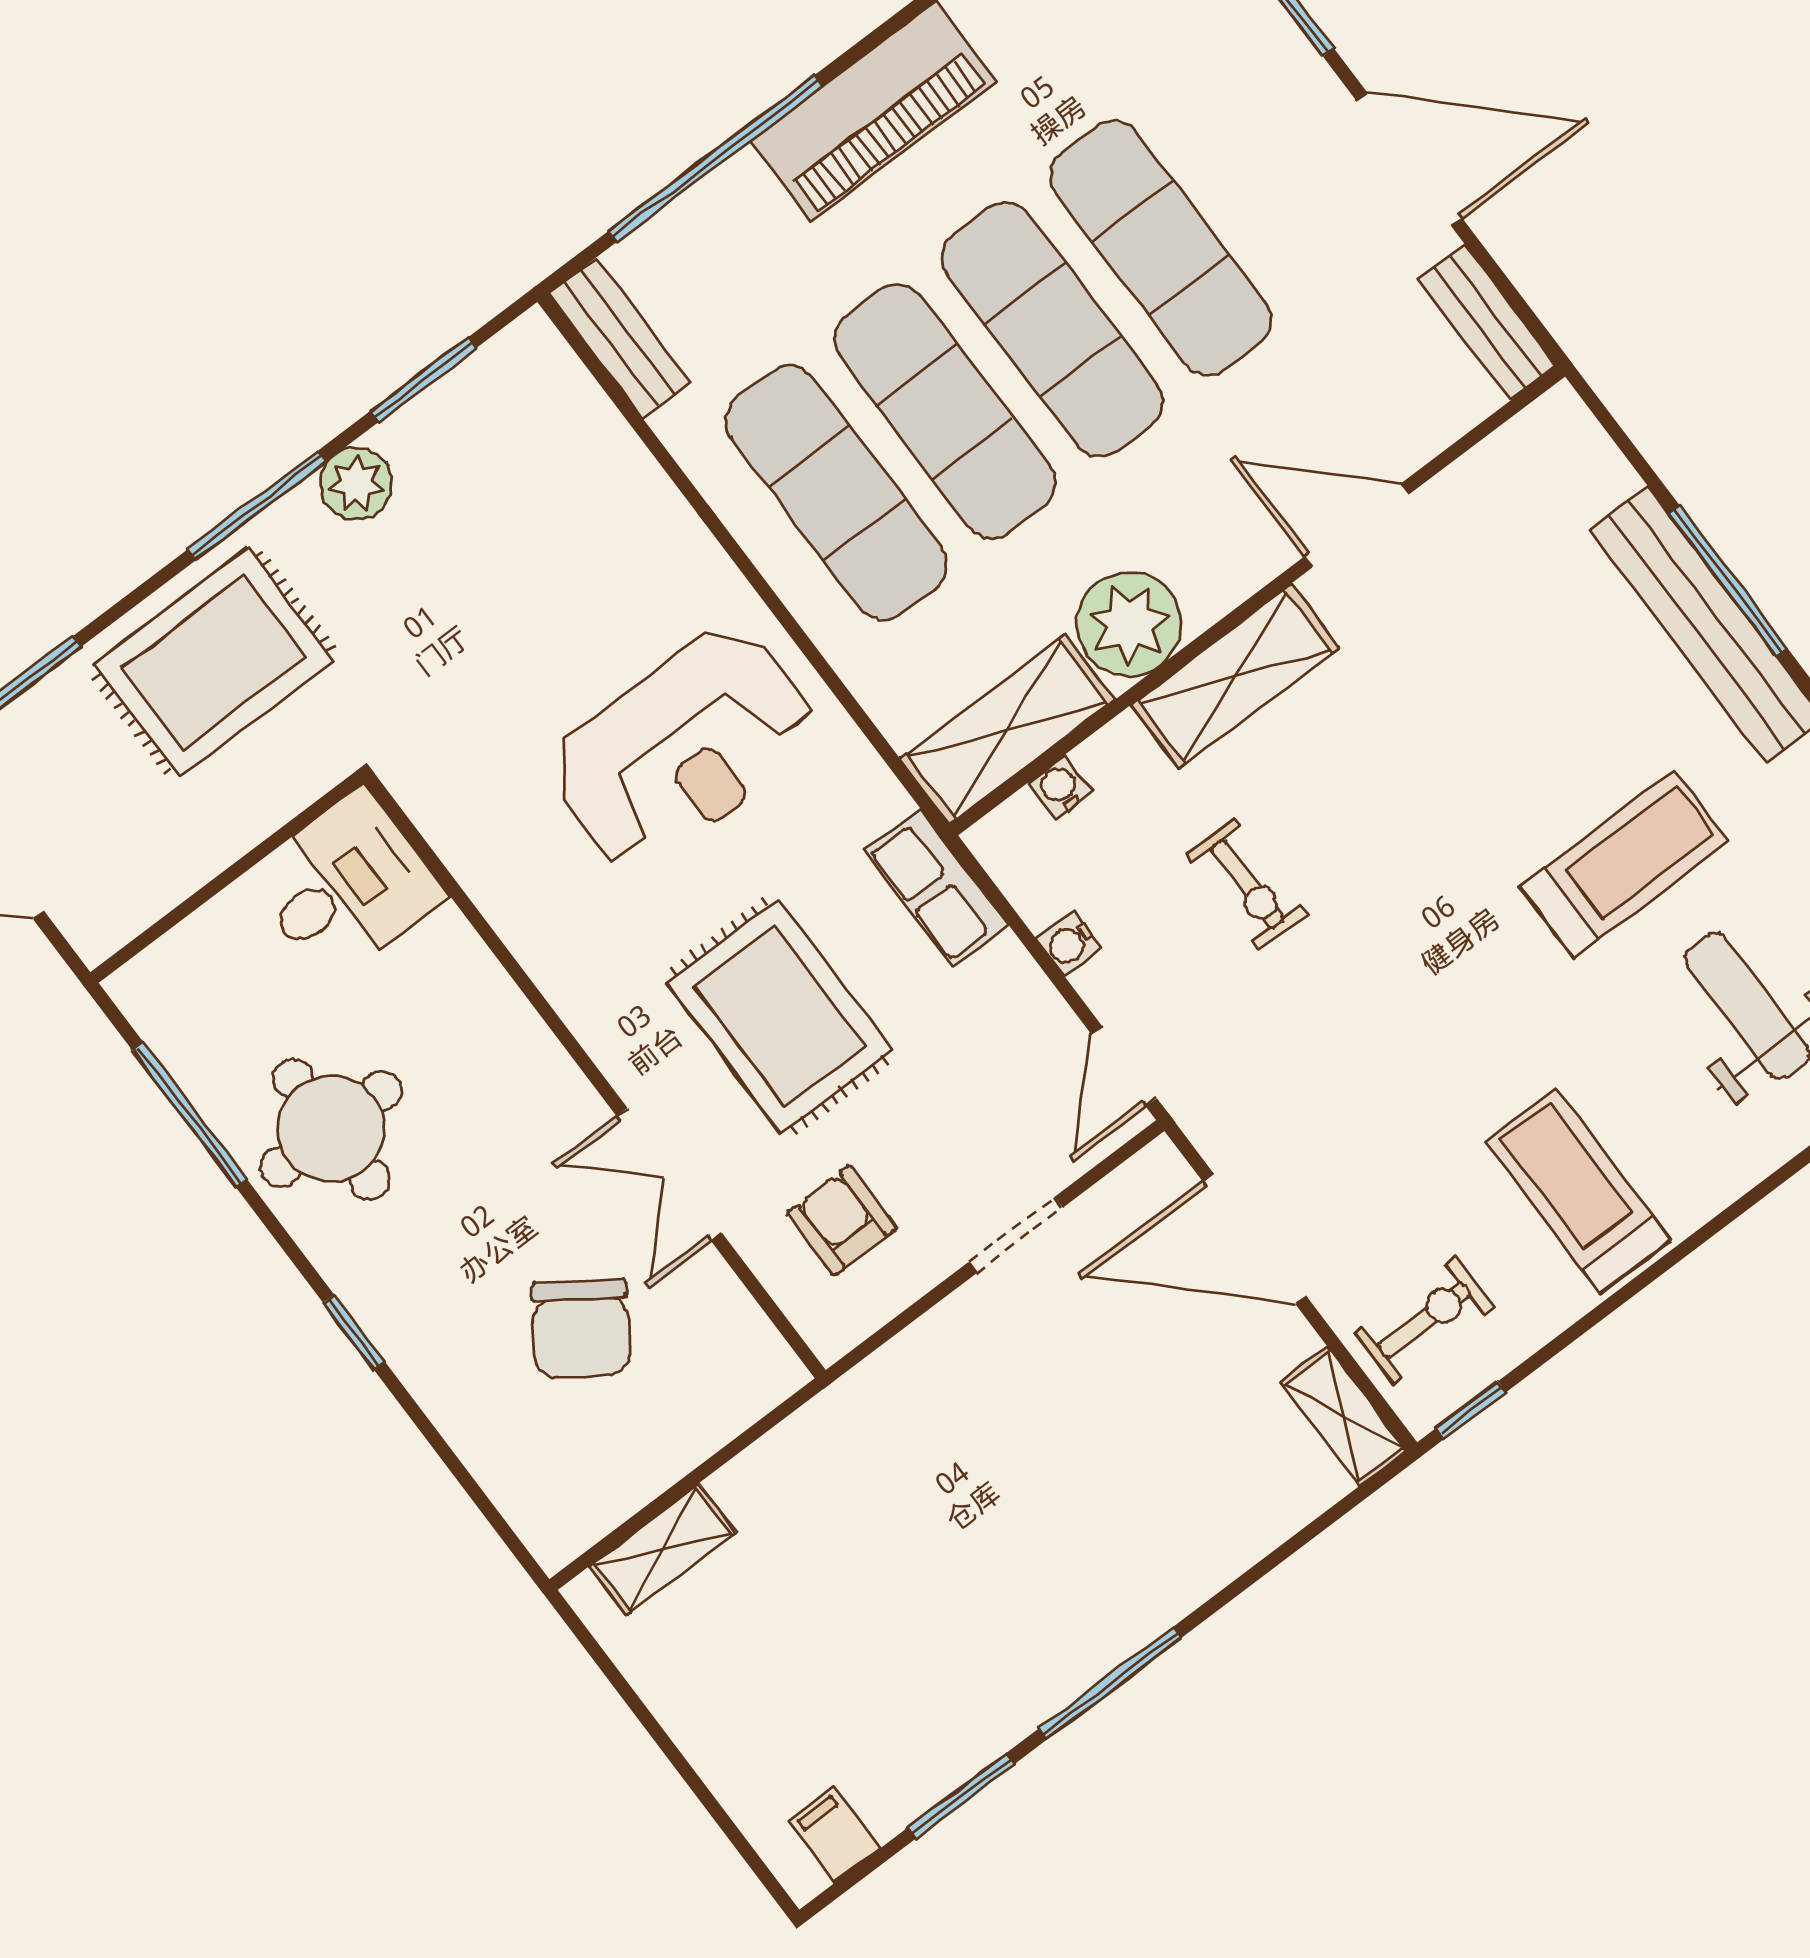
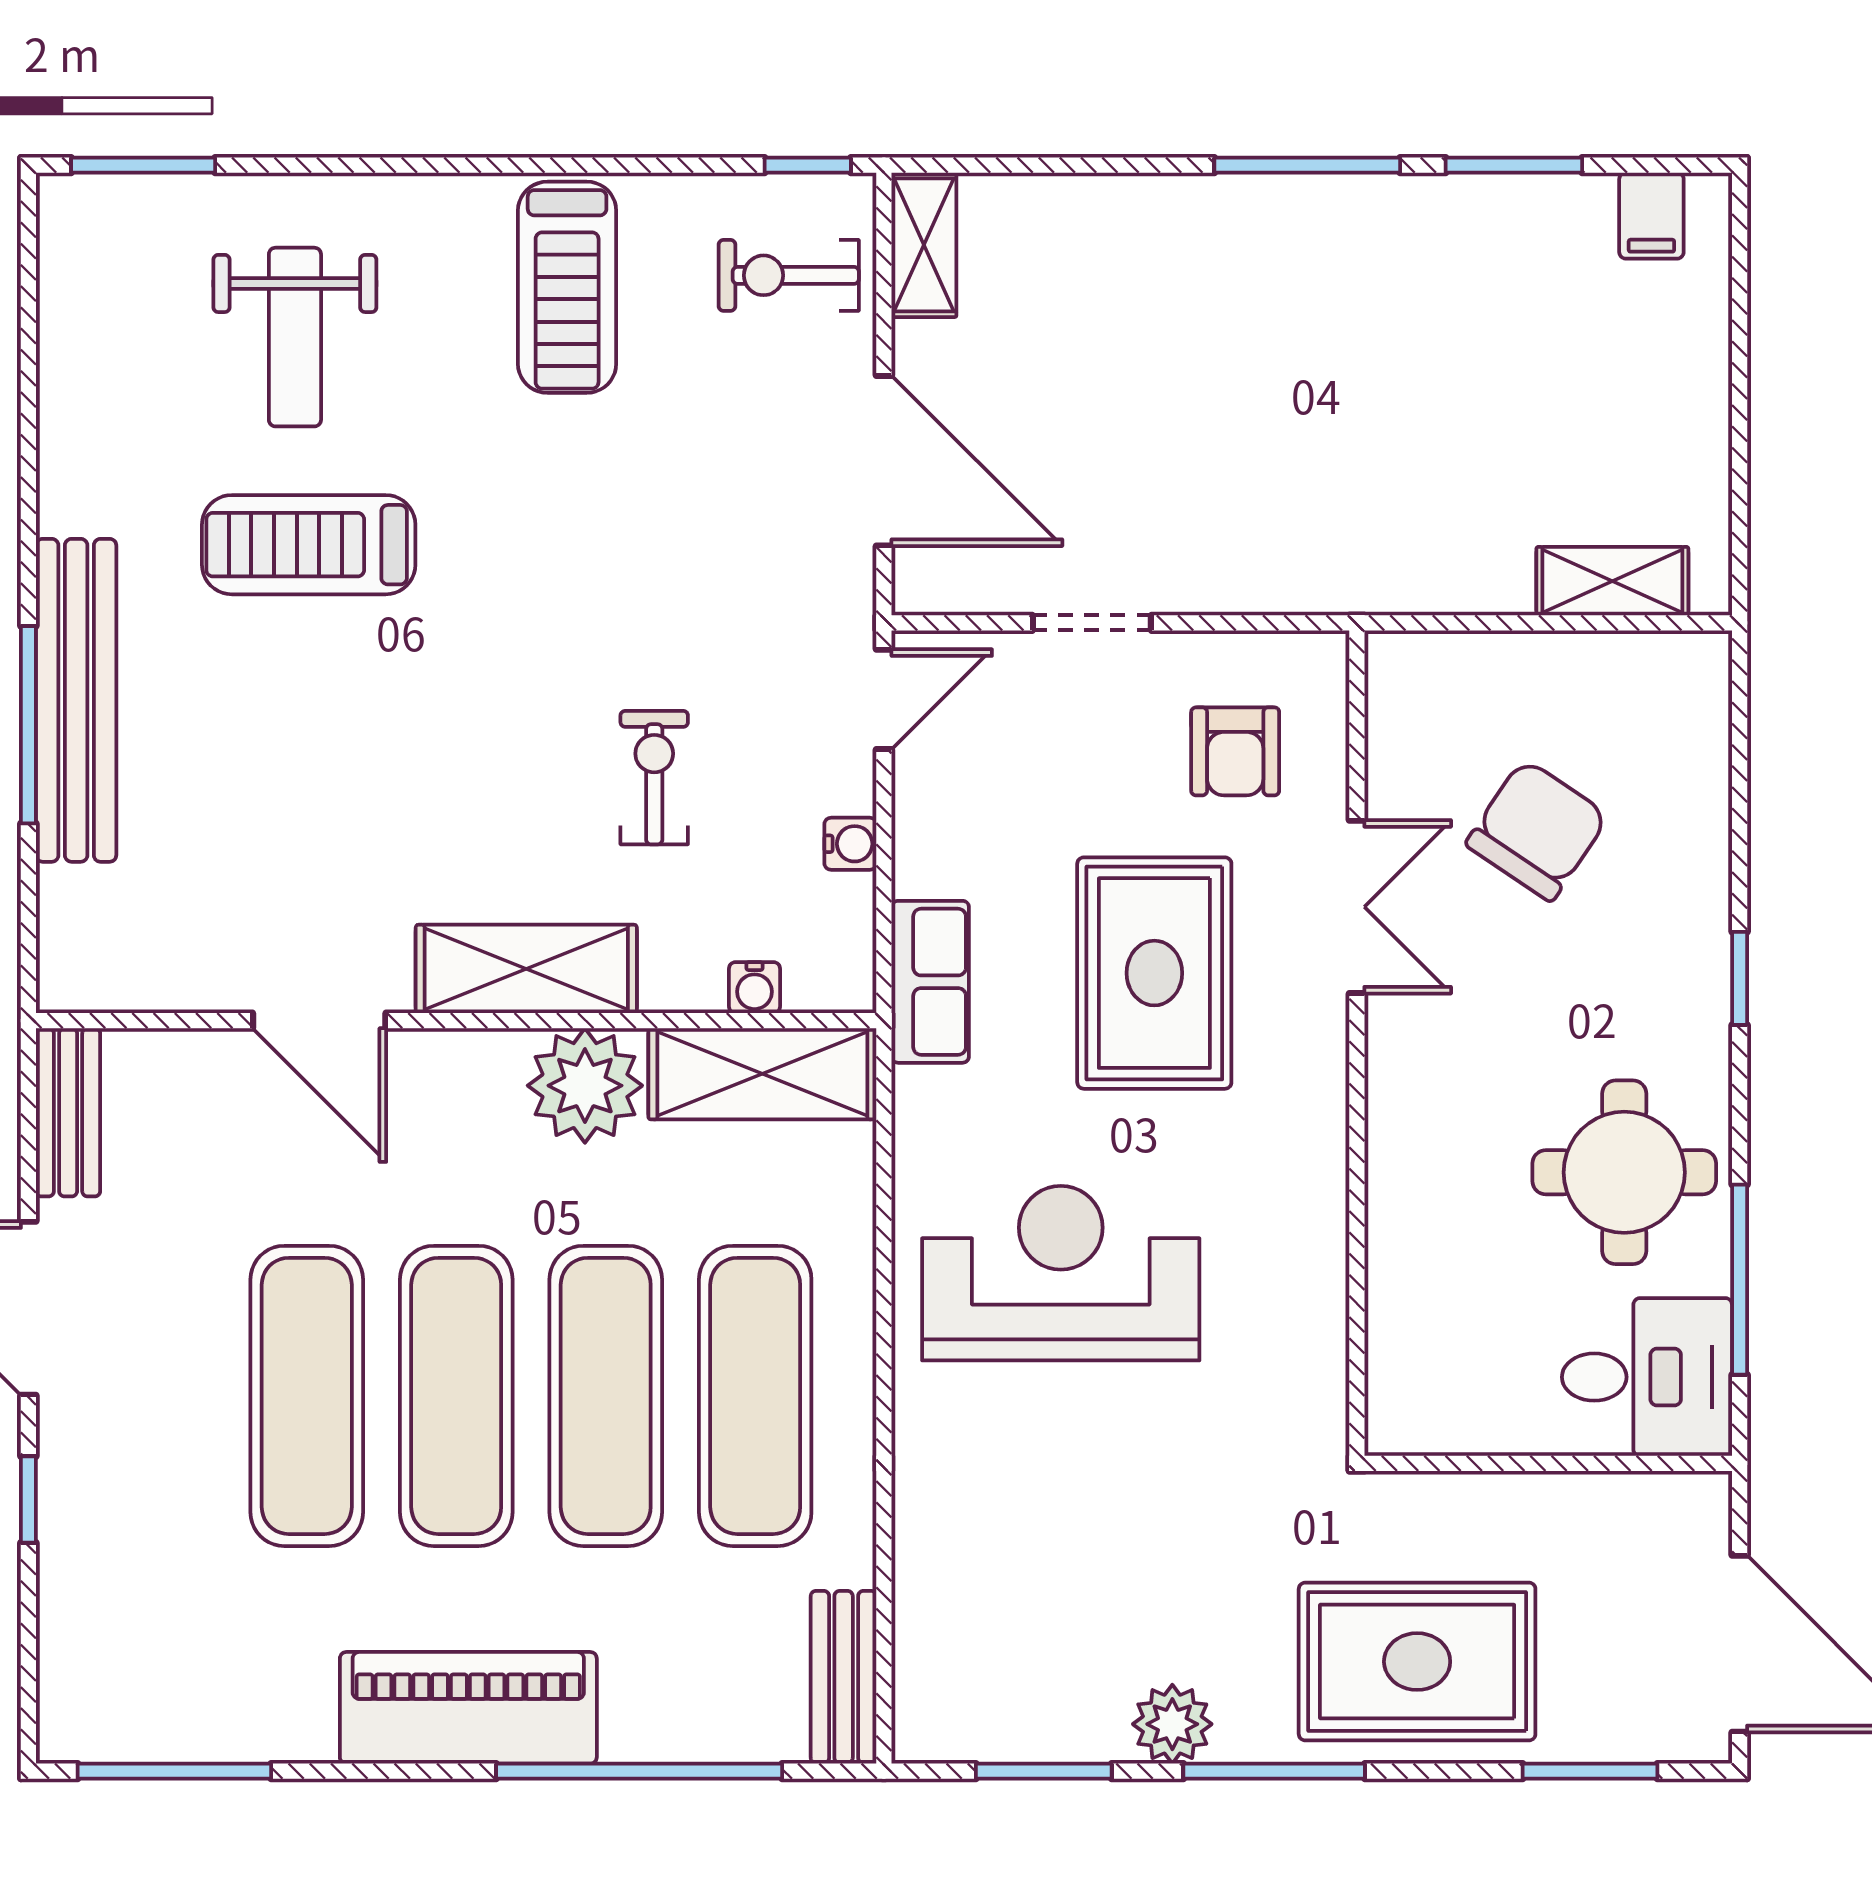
desk: (346, 886) -> (1647, 1377), moved, turned 180

